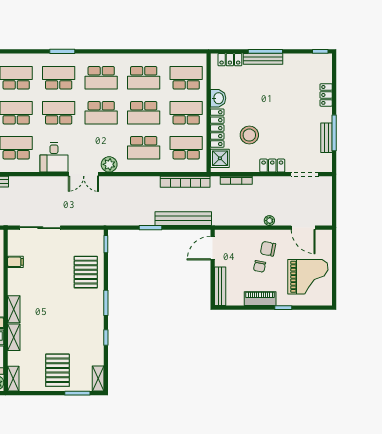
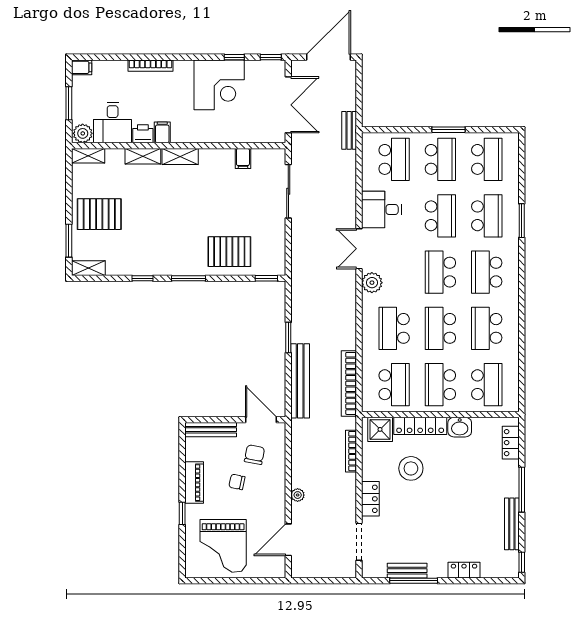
bench: (263, 59) -> (512, 524), moved
school desk: (186, 113) -> (440, 385), turned 180
chair: (268, 249) -> (255, 455), moved

